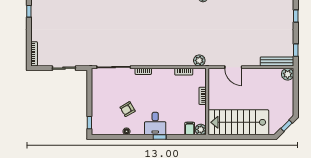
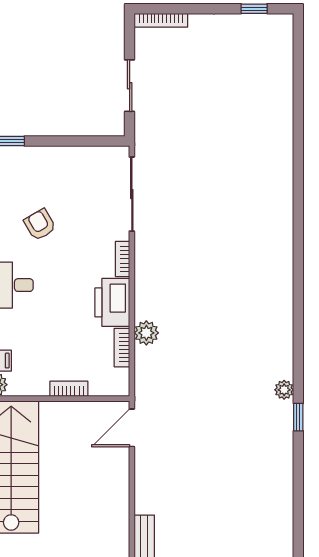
plant: (199, 60) -> (146, 333), moved
door: (233, 67) -> (132, 428), moved
printer: (163, 76) -> (112, 302), added

